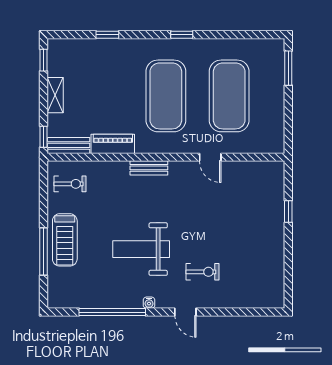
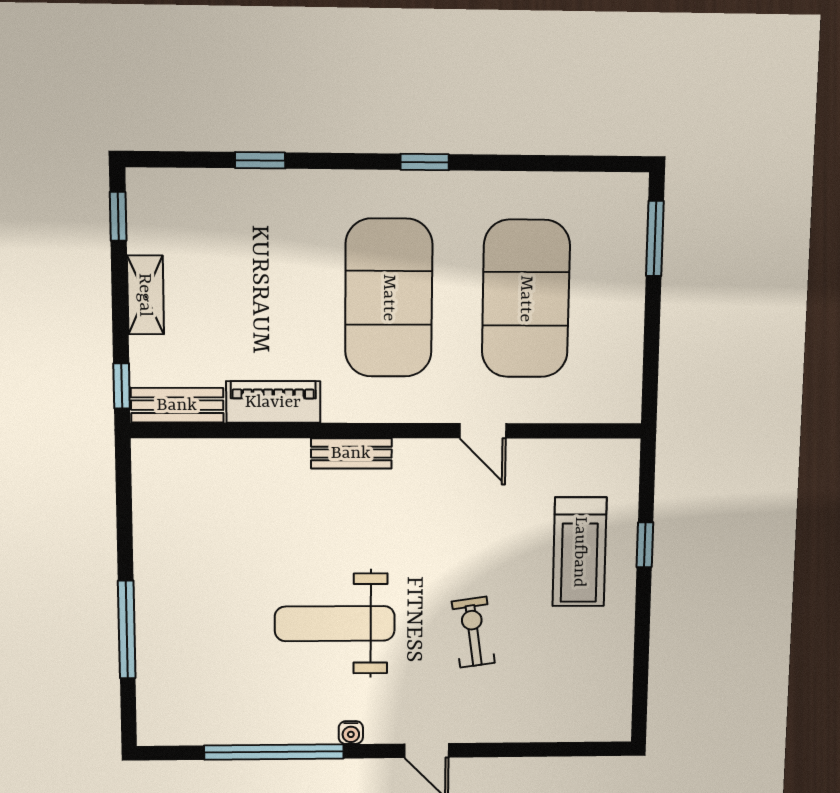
exercise bike: (70, 184) -> (182, 488), removed
treadmill: (65, 240) -> (580, 552), moved
exercise bike: (203, 272) -> (473, 632), moved, turned -98

